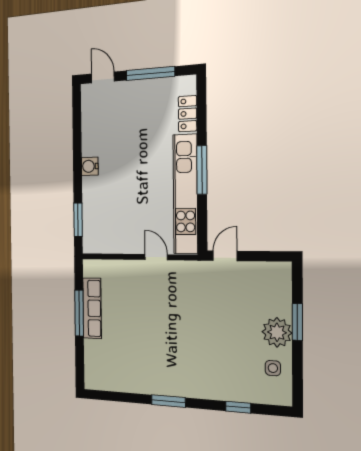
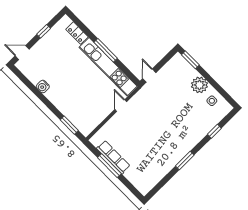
window: (150, 73) -> (44, 31), width x0.46
water cooler: (90, 166) -> (43, 87), moved
door: (156, 257) -> (121, 105), hinge flipped
window: (297, 322) -> (190, 60), moved

